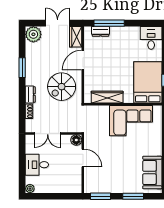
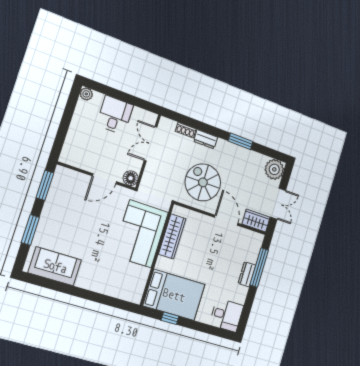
dresser: (100, 31) -> (247, 274), moved
corner sofa: (131, 121) -> (141, 234), moved

